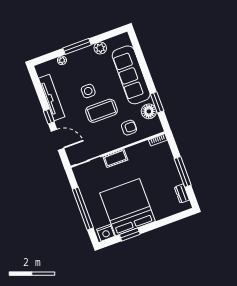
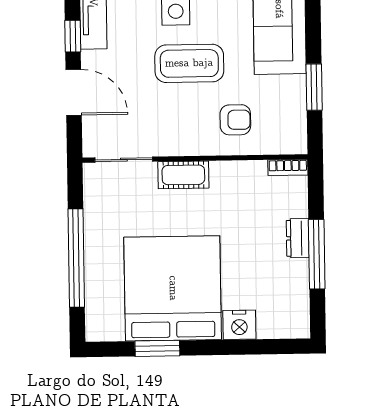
floor lamp: (149, 111) -> (290, 100), removed
dresser: (182, 194) -> (298, 238), moved
nightstand: (106, 233) -> (239, 325), moved

